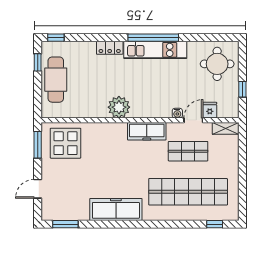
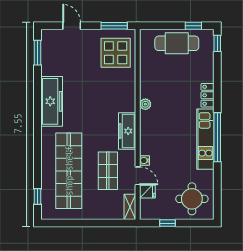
plant: (119, 107) -> (145, 104), width x0.53, depth x0.53

